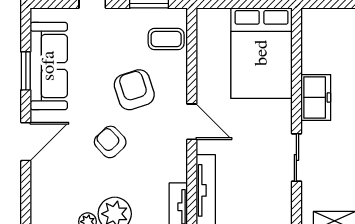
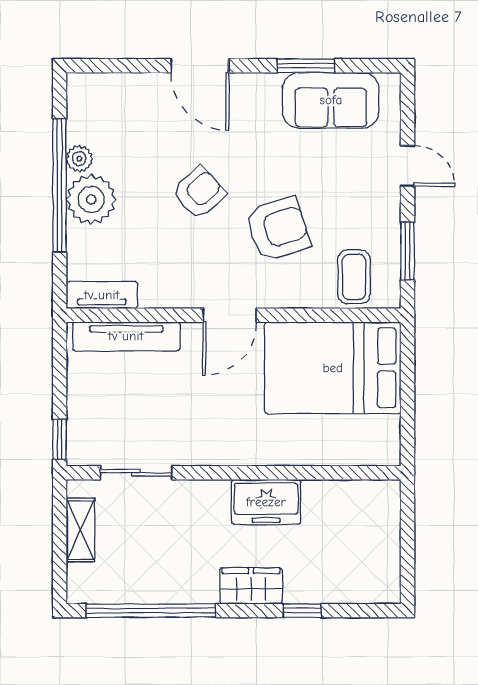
bed: (262, 53) -> (333, 368), moved
sofa: (49, 66) -> (331, 100), width x0.73
sliding door: (296, 157) -> (136, 473), moved

